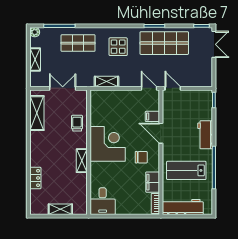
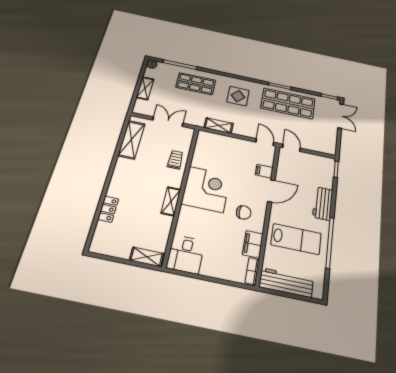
door: (161, 133) -> (271, 191), swing flipped
lab bench: (186, 170) -> (296, 239), turned 180
shelving: (60, 209) -> (147, 257), moved

